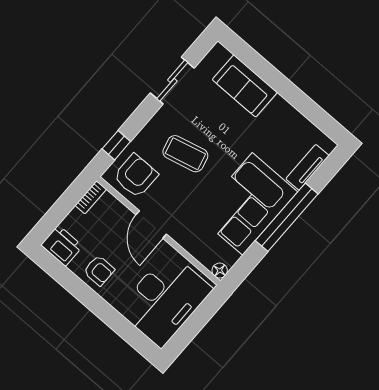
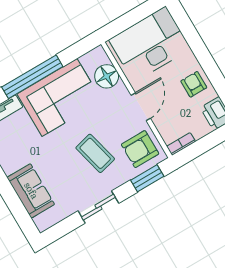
sliding door: (172, 81) -> (98, 207), moved
window: (116, 145) -> (147, 178), width x1.50
floor lamp: (220, 271) -> (107, 76), moved, width x1.89, depth x1.89

